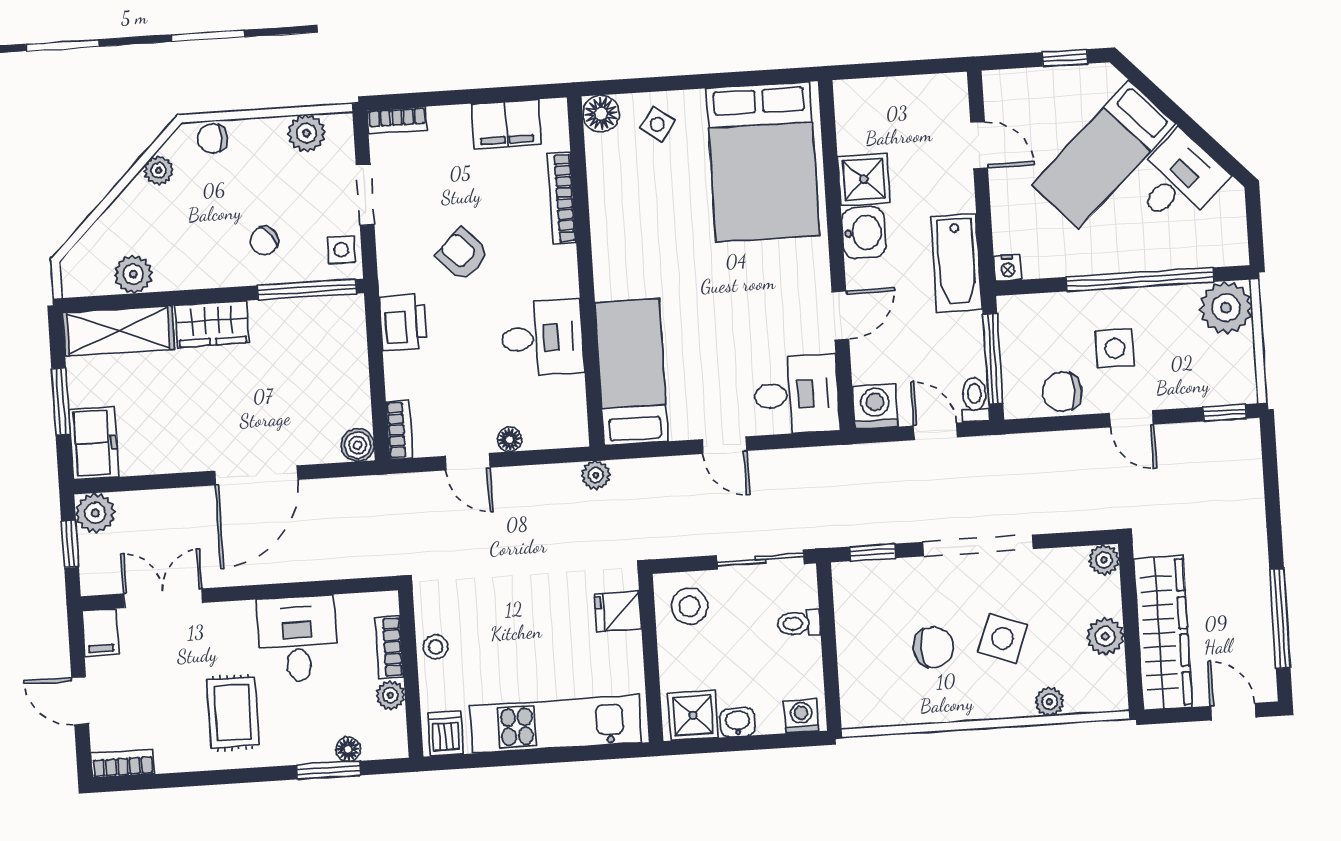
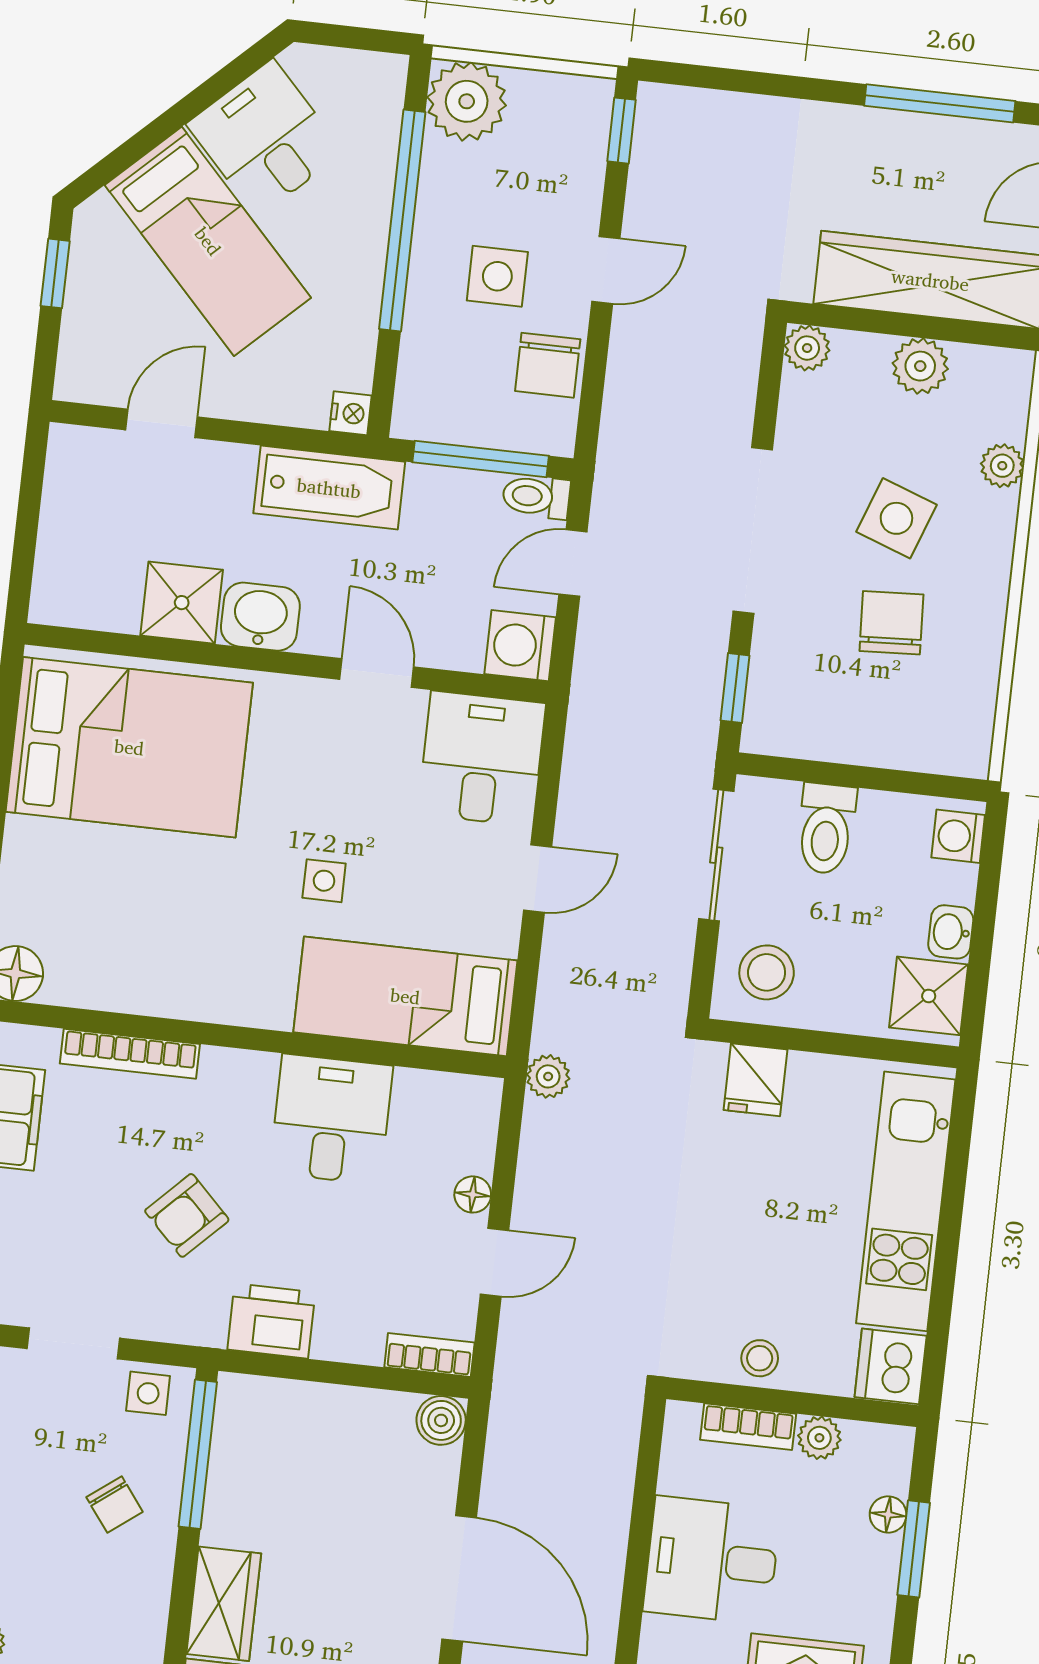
side table: (657, 124) -> (324, 881), moved, turned -35
toilet: (799, 623) -> (826, 829), width x1.37, depth x1.39
dishwasher: (446, 734) -> (891, 1366), width x1.38

